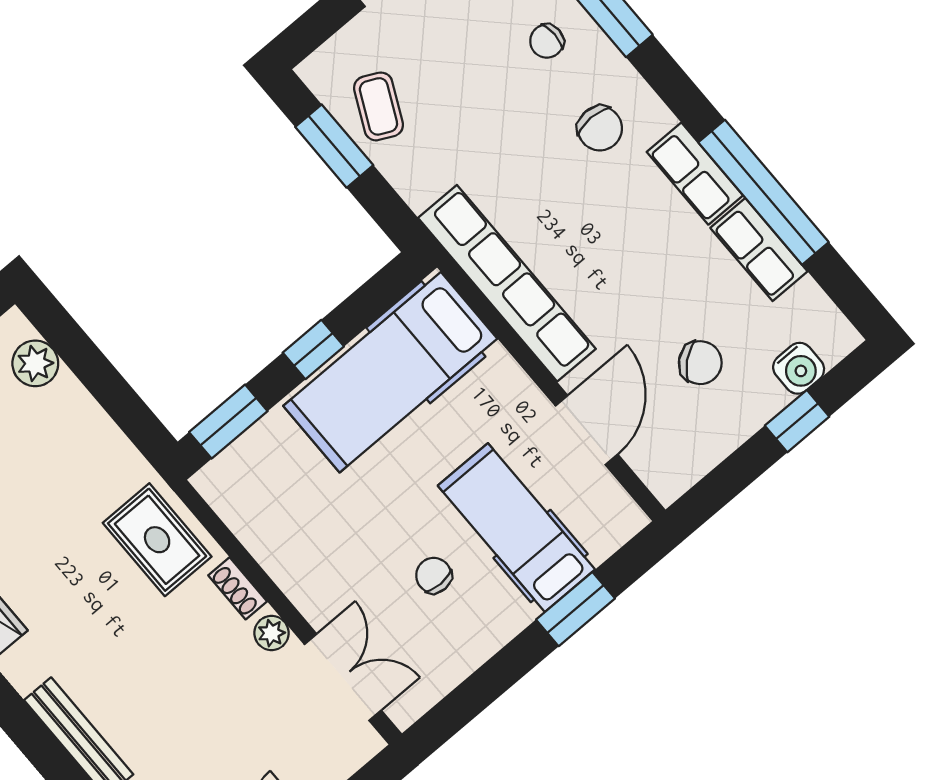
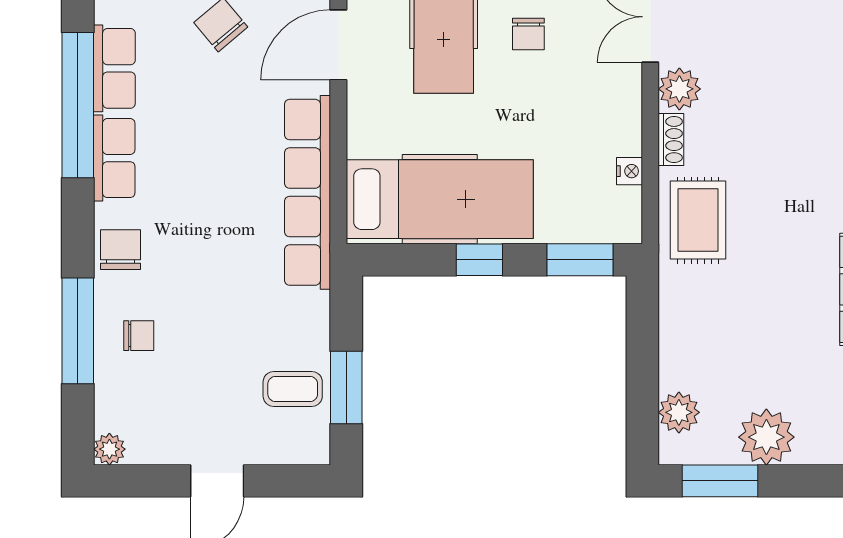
coffee table: (378, 106) -> (293, 389), turned 64
chair: (600, 128) -> (120, 250), moved
nightstand: (250, 532) -> (629, 171), added
plant: (272, 633) -> (679, 89), width x1.38, depth x1.38

